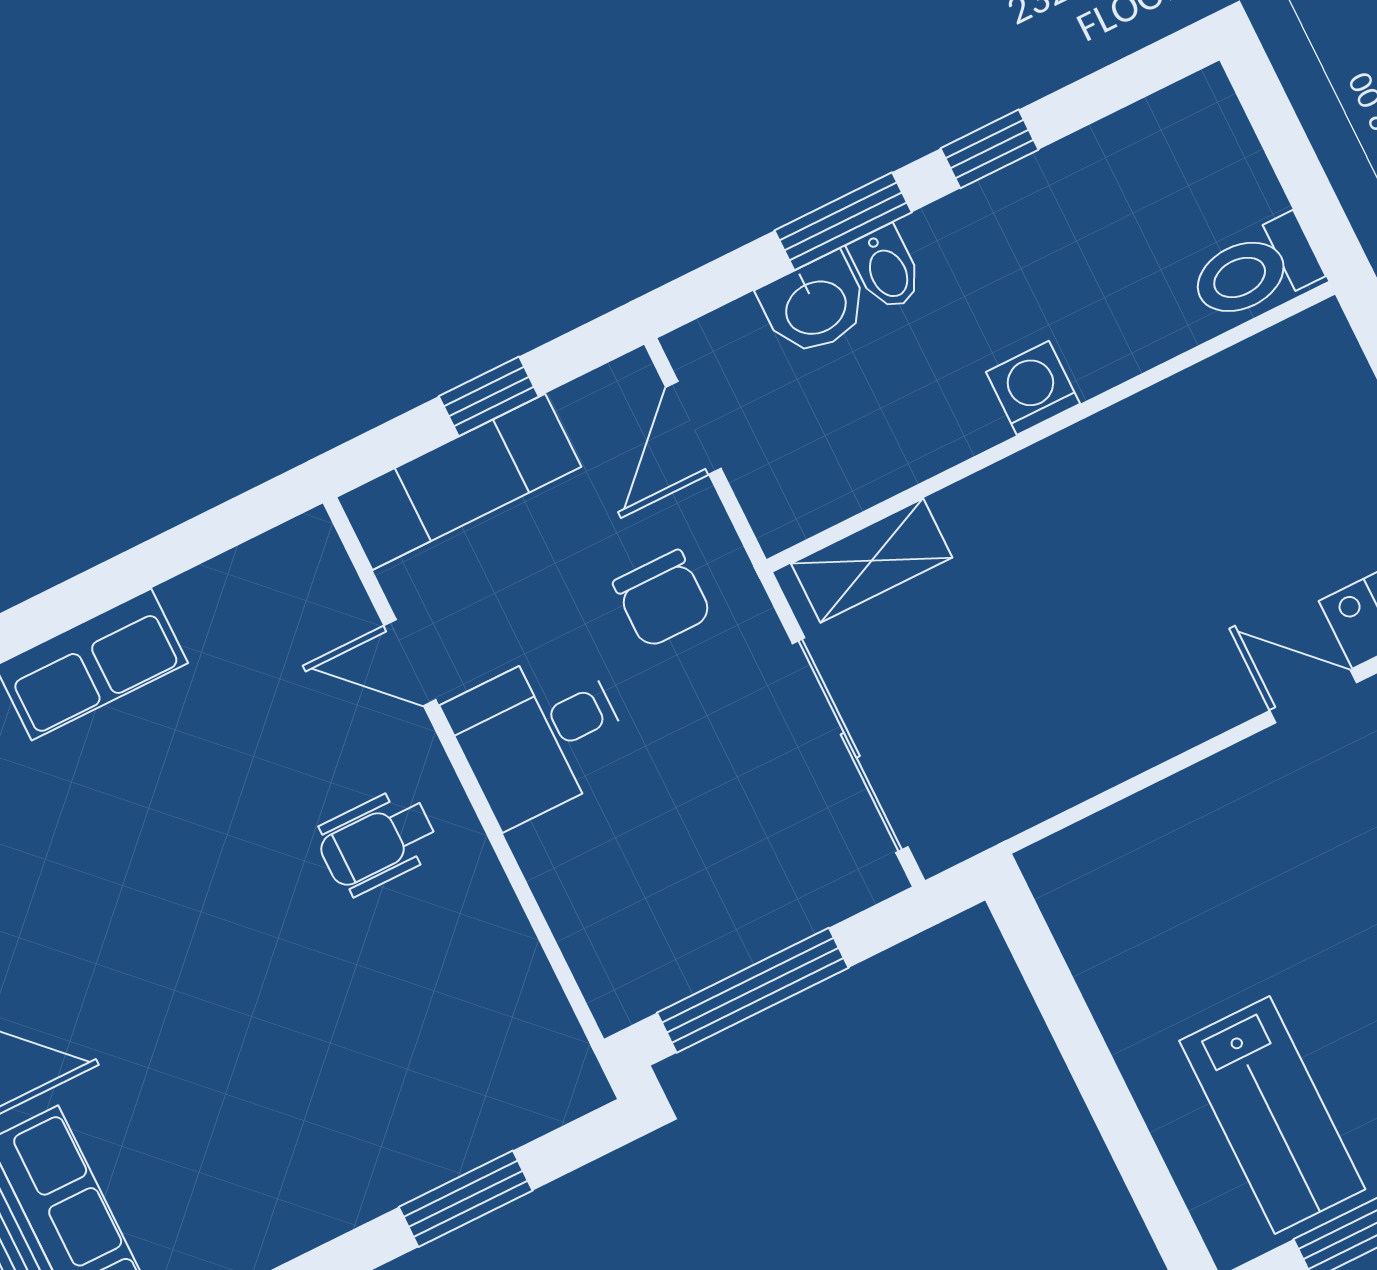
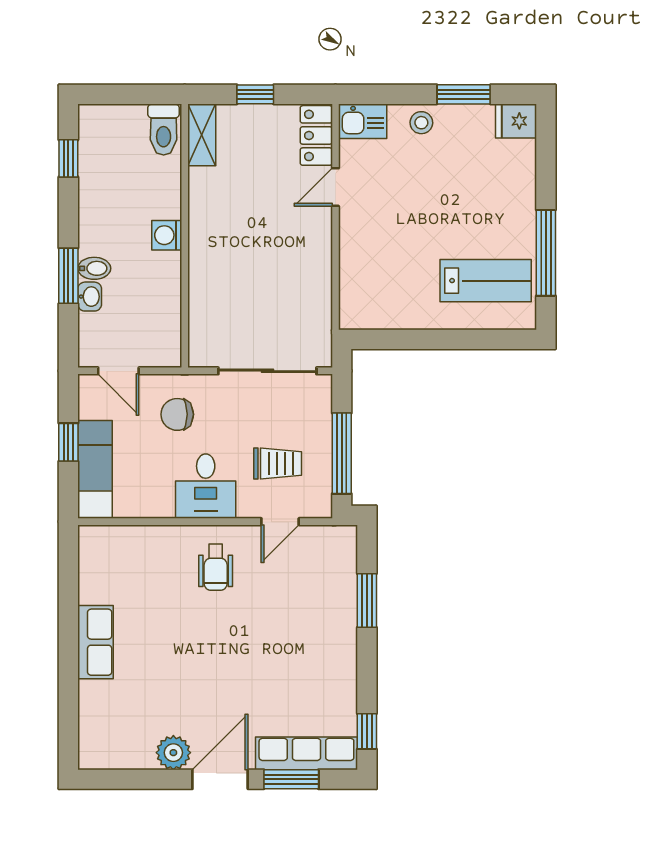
window: (990, 149) -> (68, 158), moved
washbasin: (815, 305) -> (90, 297), width x0.72, depth x0.69
shelving: (872, 561) -> (202, 135), moved
chair: (662, 599) -> (177, 414), turned 180
door: (410, 663) -> (280, 522), moved
trolley: (664, 864) -> (278, 464), added

